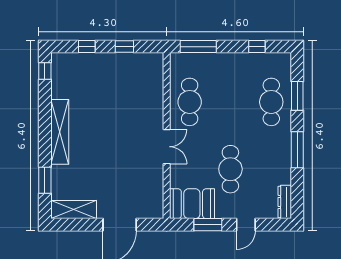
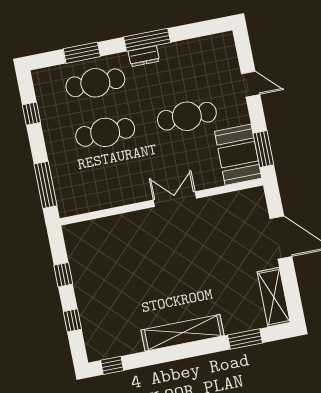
cafe table: (190, 102) -> (105, 132), moved
dresser: (285, 202) -> (144, 56), moved, width x0.70
window: (208, 225) -> (263, 149), moved

